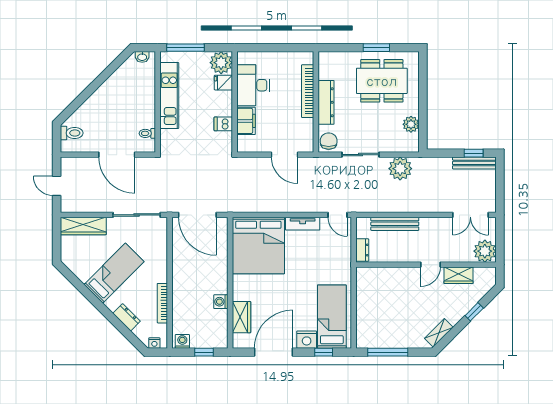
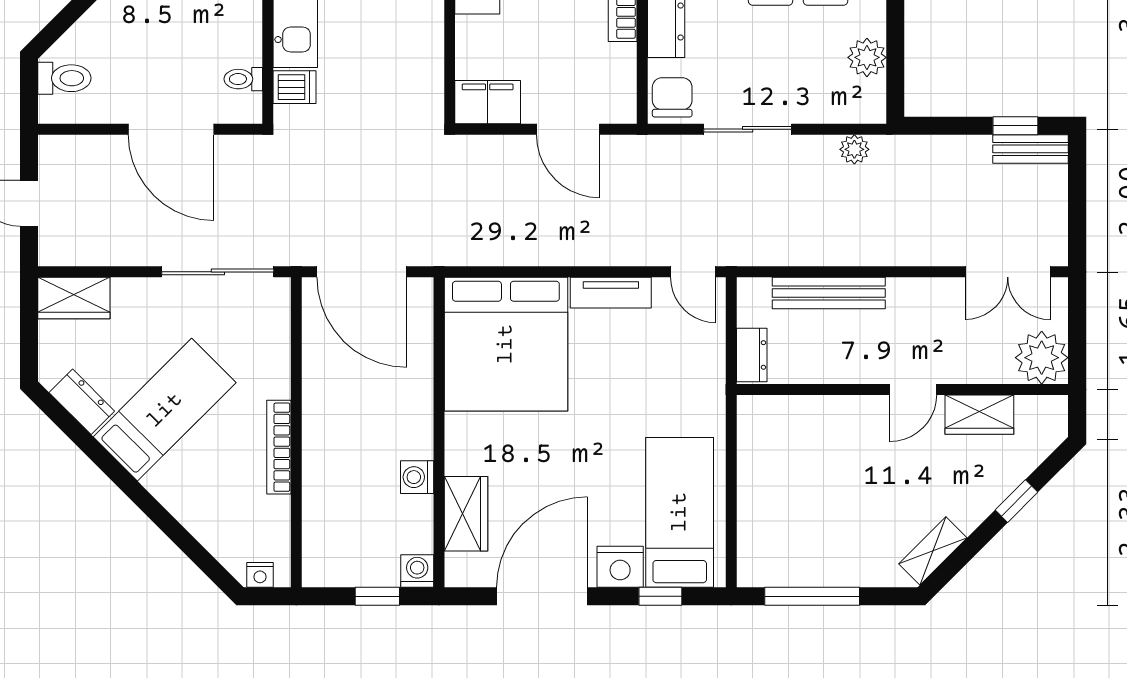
filing cabinet: (246, 121) -> (488, 102), moved, turned -90
dishwasher: (223, 124) -> (295, 87), moved, turned 180
bench: (474, 163) -> (1031, 149), width x0.73
plant: (400, 169) -> (854, 149), width x0.53, depth x0.53
wardrobe: (83, 226) -> (74, 298), width x0.67
bookcase: (162, 303) -> (279, 447), moved
dresser: (127, 317) -> (82, 402), moved
washing machine: (182, 341) -> (417, 571), moved

